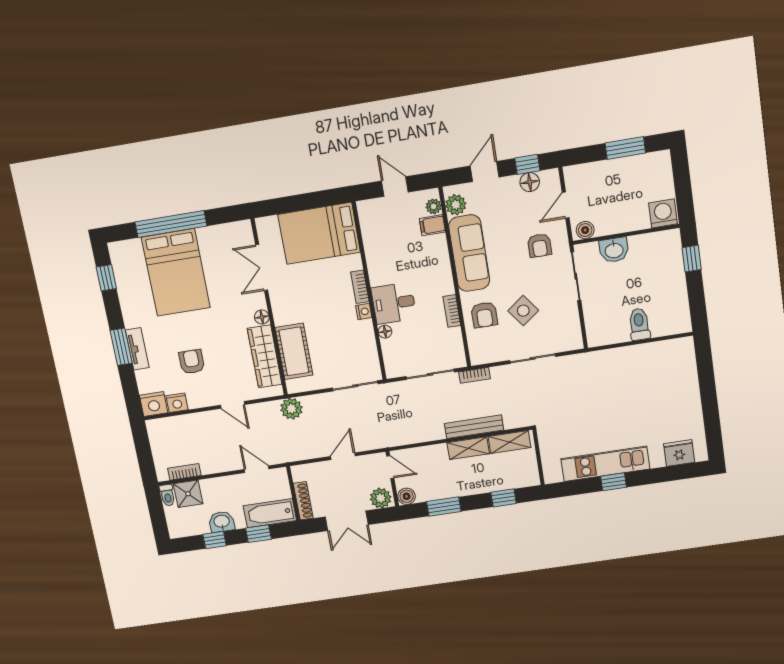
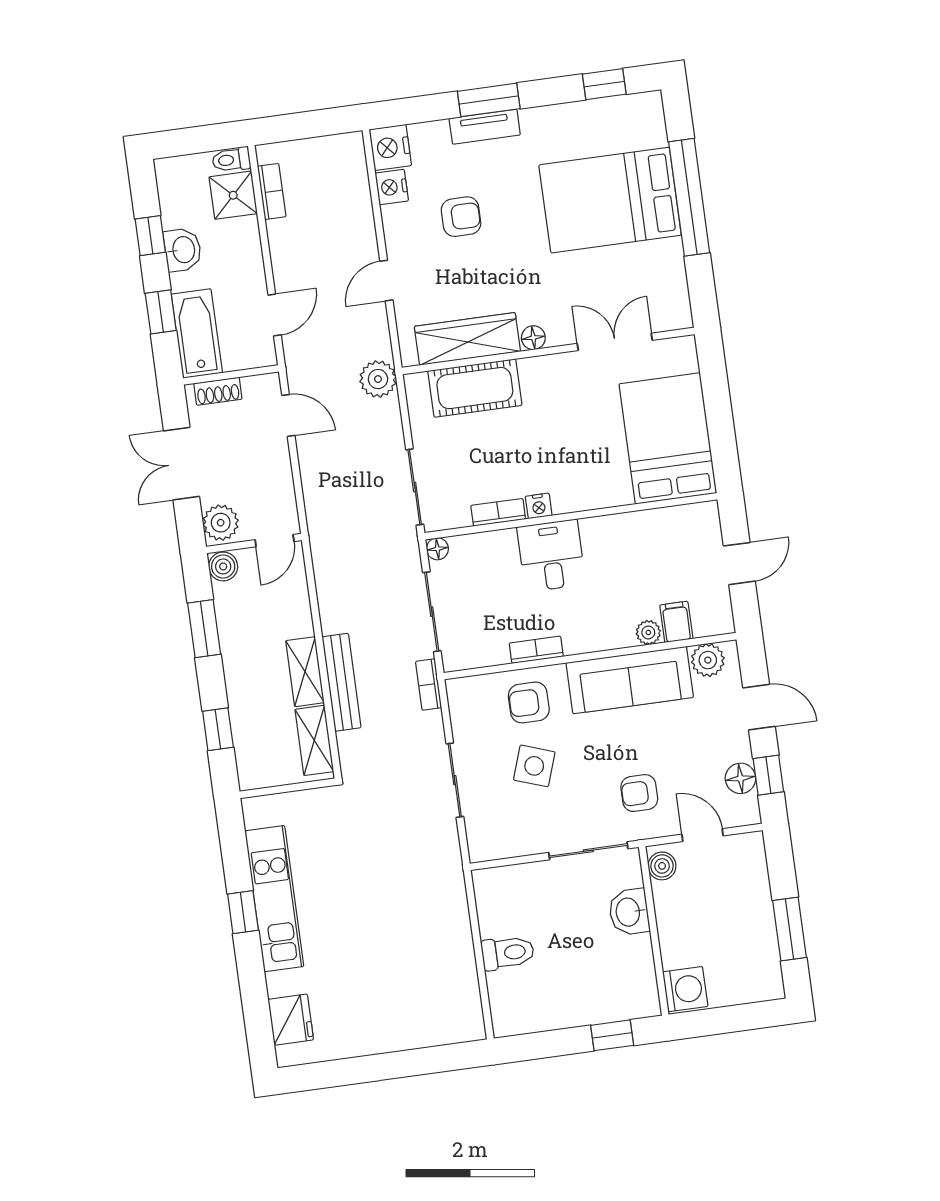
plant: (434, 206) -> (648, 632), moved
bookcase: (360, 287) -> (498, 512), moved
side table: (523, 311) -> (534, 766), turned -34
floor lamp: (385, 332) -> (437, 549), moved
door: (343, 456) -> (288, 415), moved
shoe rack: (303, 501) -> (218, 391), width x0.70

